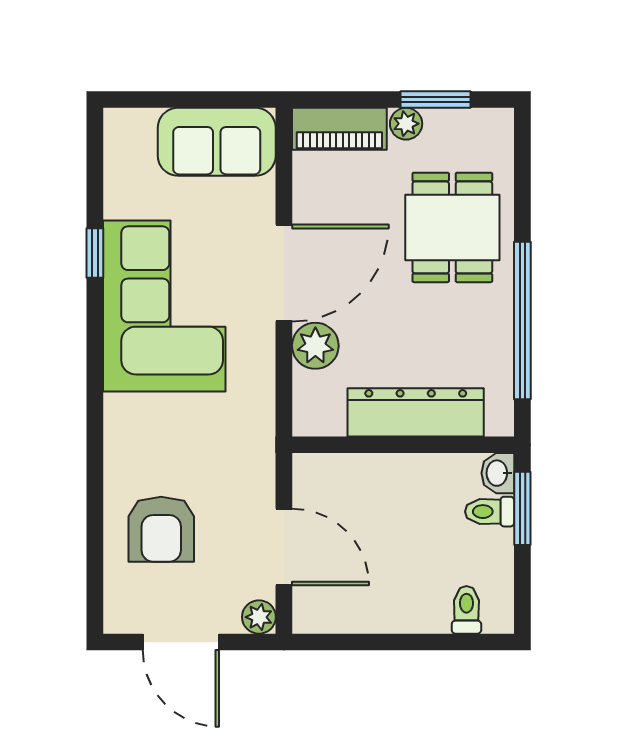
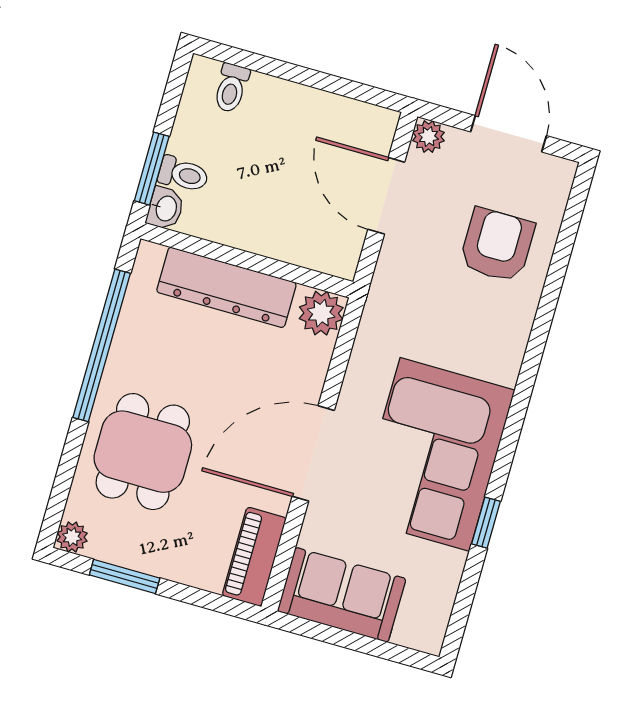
plant: (406, 124) -> (72, 537), moved
piano: (339, 129) -> (254, 557), moved, turned -90
plant: (315, 346) -> (321, 313), moved

